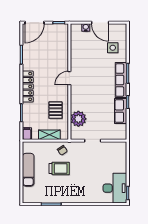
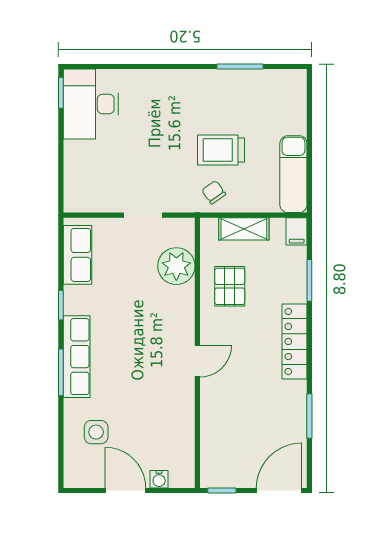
row of seats: (121, 111) -> (77, 255), moved
exam couch: (28, 170) -> (293, 174), moved

